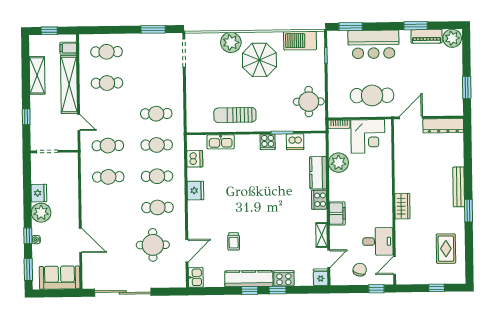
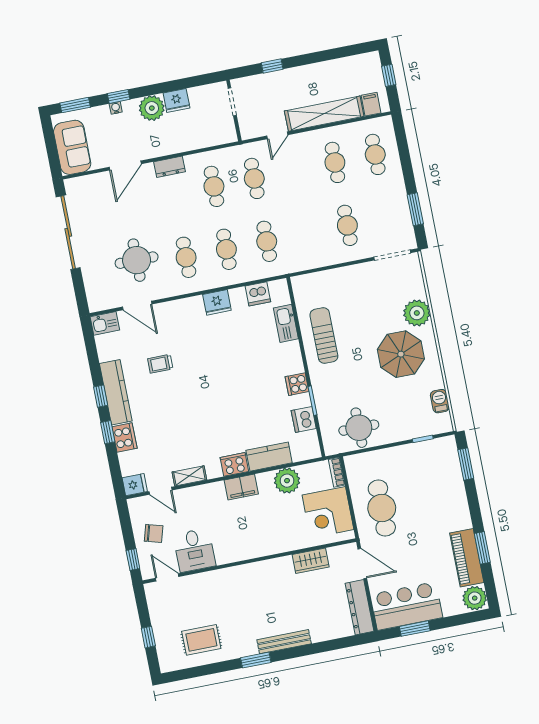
piano: (427, 36) -> (467, 558), width x1.37, depth x1.33
barbecue: (300, 41) -> (440, 401), width x0.53, depth x0.65
bar counter: (373, 44) -> (407, 606), moved, turned 90
shelving: (37, 75) -> (328, 70), removed
cafe table: (156, 114) -> (347, 225), moved
wardrobe: (402, 206) -> (311, 561), moved
dresser: (87, 207) -> (170, 167), added
filing cabinet: (337, 213) -> (241, 487), moved

